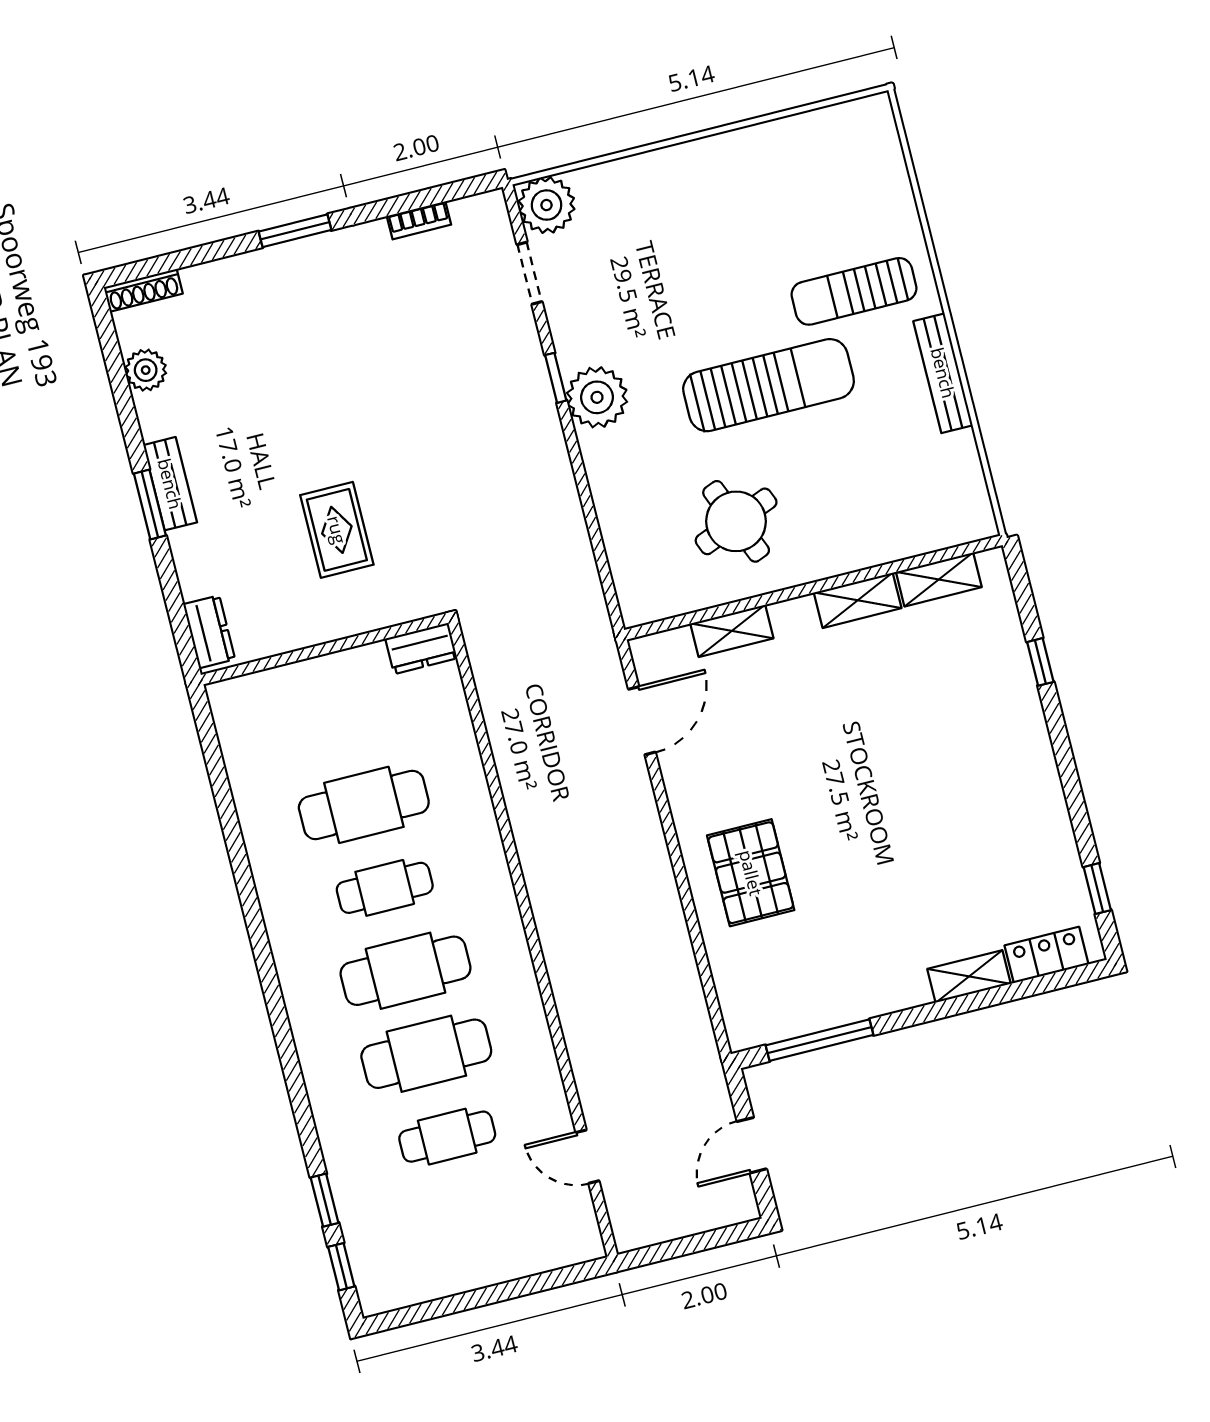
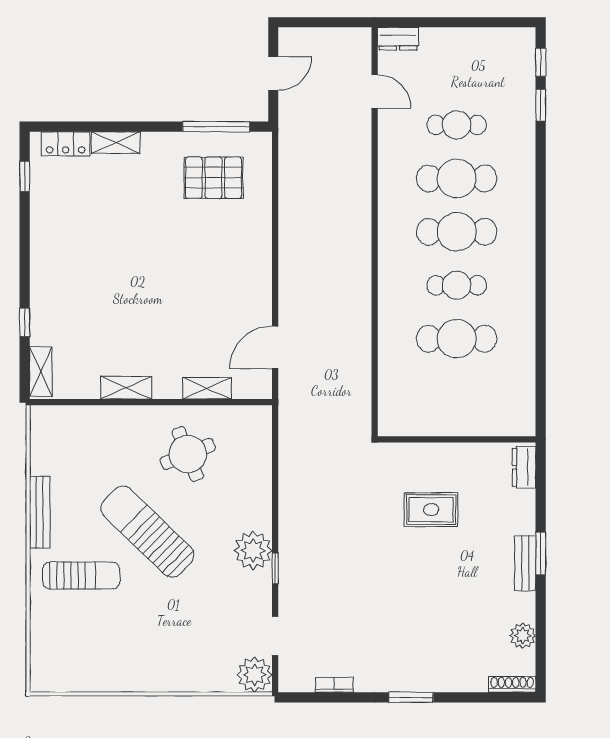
sun lounger: (769, 385) -> (147, 532), turned 44
rug: (337, 530) -> (431, 510), turned 90
shelving: (939, 579) -> (41, 372), moved, turned 90
dresser: (421, 648) -> (398, 39), moved, turned 180
pallet: (751, 873) -> (213, 178), moved, turned 90

